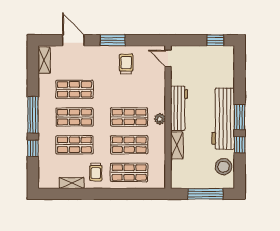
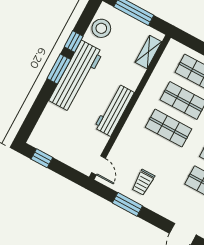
window: (113, 40) -> (127, 204), moved
plant: (160, 119) -> (139, 110), removed
shelving: (177, 145) -> (148, 52), moved

